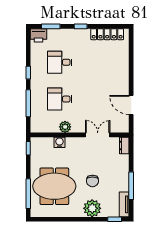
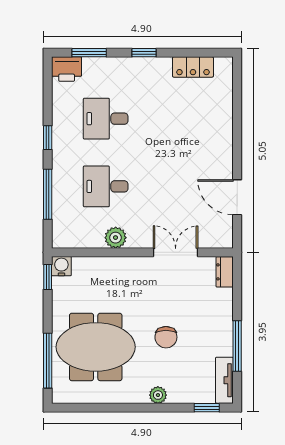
locker: (107, 34) -> (193, 67), width x0.66
water cooler: (59, 142) -> (61, 266), moved
plant: (92, 208) -> (158, 395), width x0.53, depth x0.53

